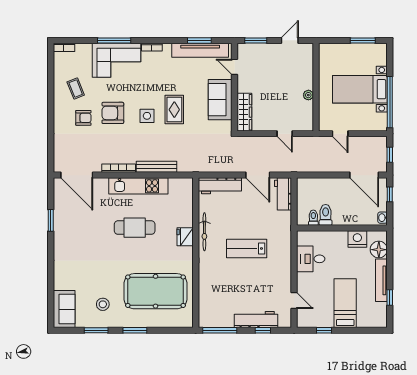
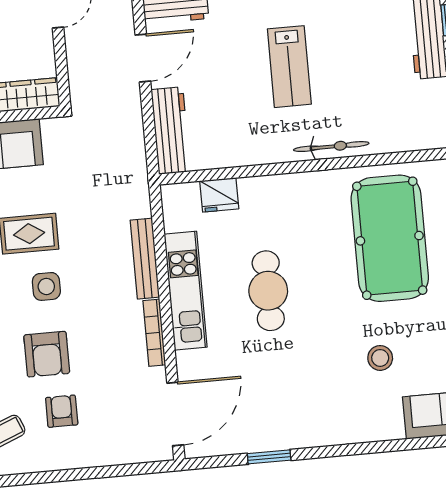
bicycle: (204, 232) -> (331, 147), moved
fridge: (185, 237) -> (219, 195), moved
stool: (103, 304) -> (380, 358), moved

